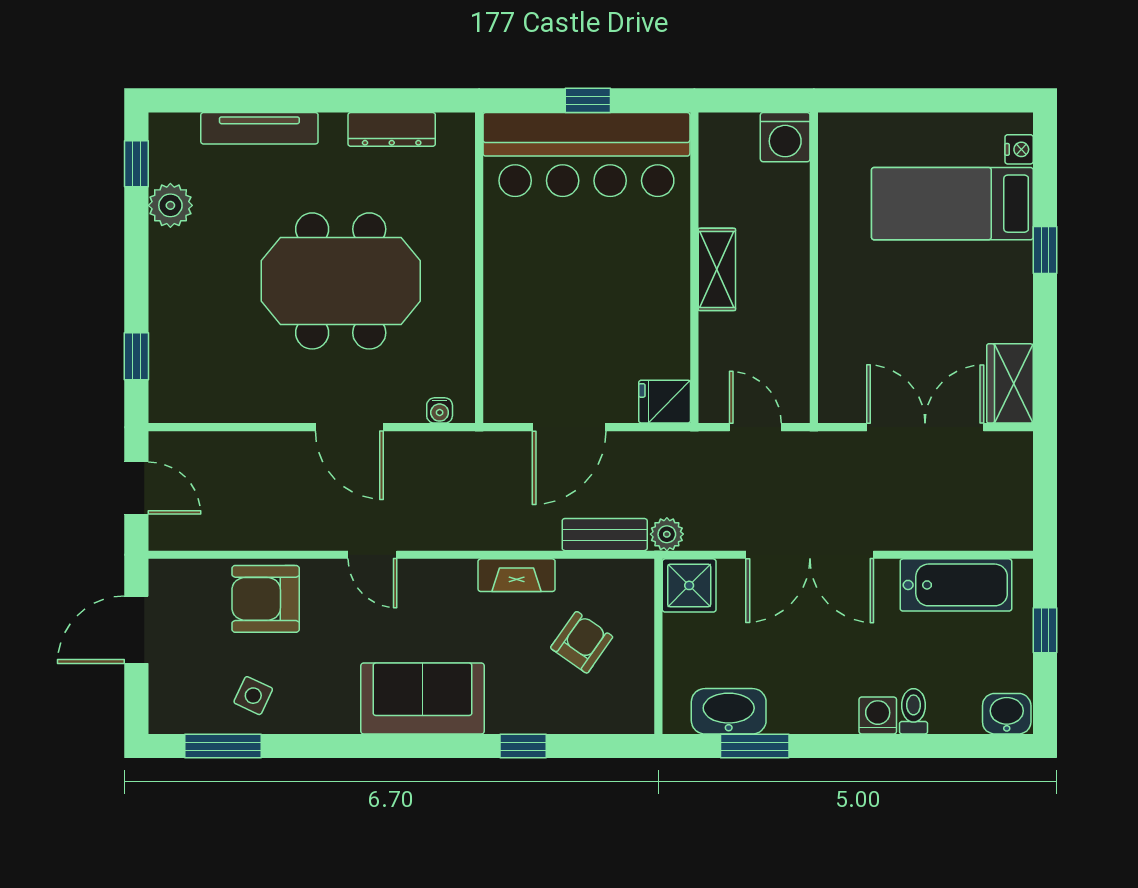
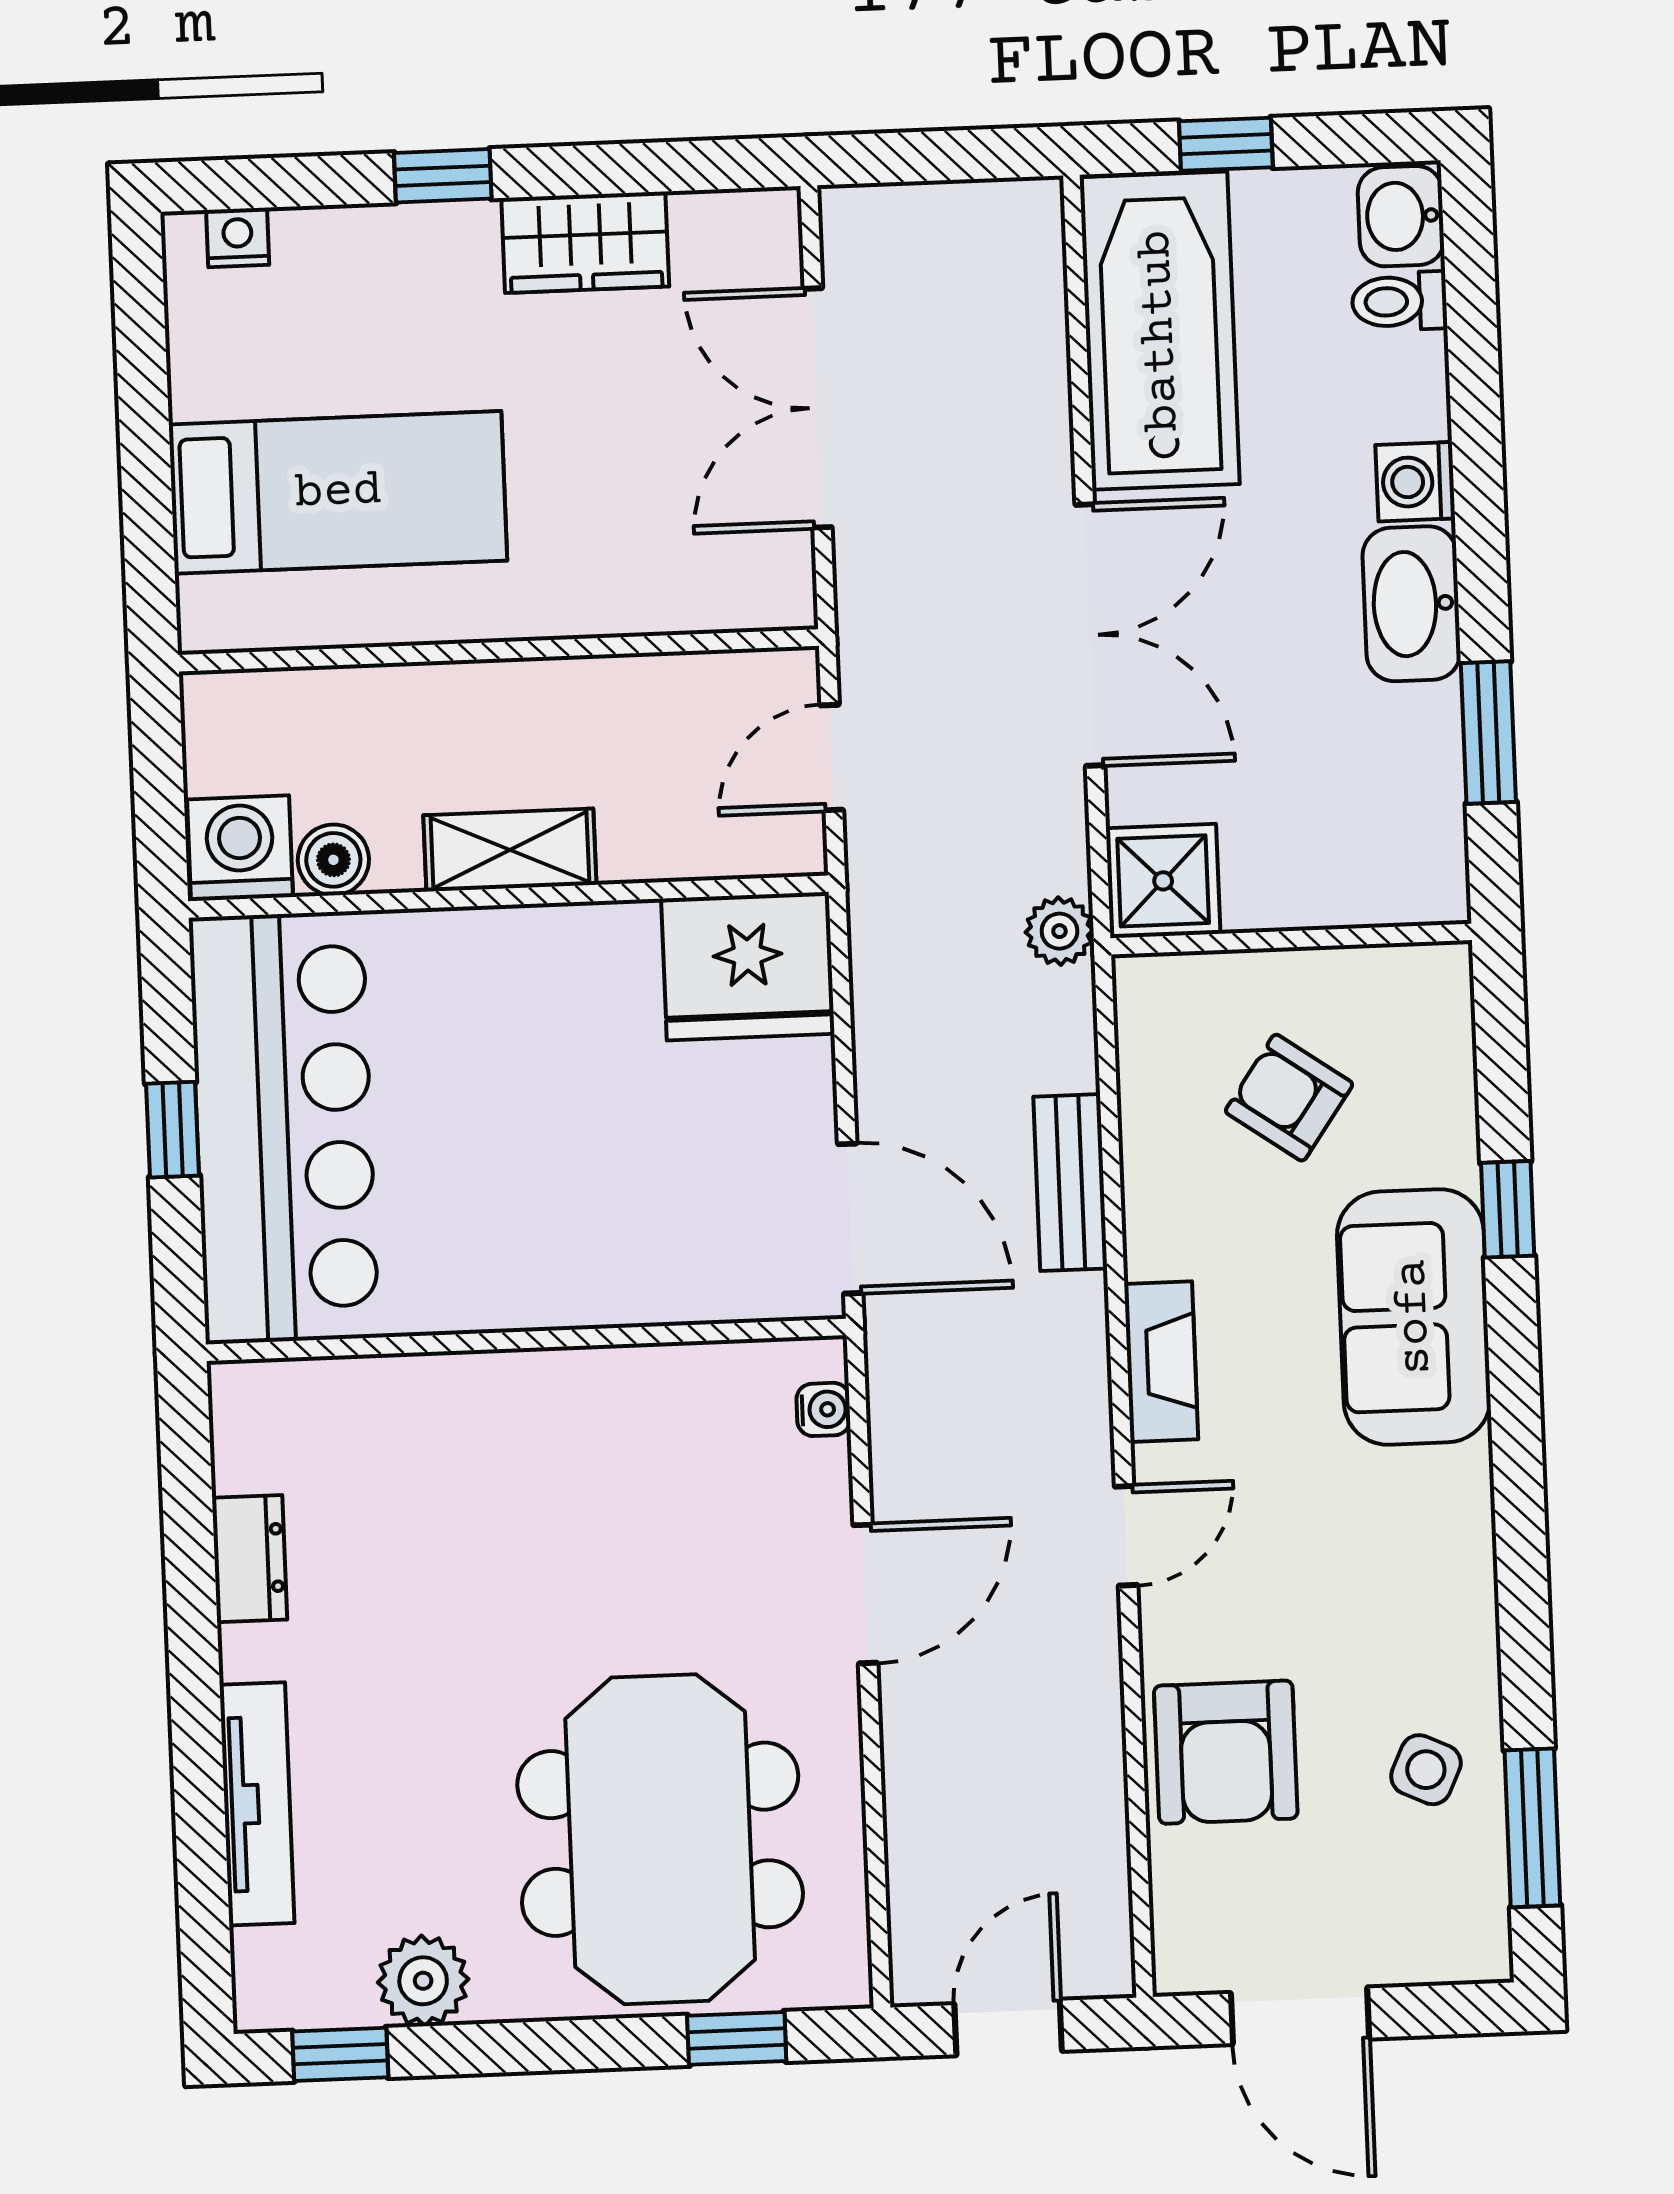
dresser: (392, 129) -> (250, 1559), width x0.70
washing machine: (785, 137) -> (240, 848), moved, turned -90
boiler: (716, 184) -> (333, 860), added
bed: (952, 204) -> (338, 492), moved, turned -90
meeting table: (341, 281) -> (660, 1839), moved
wardrobe: (1010, 383) -> (585, 242), moved
fridge: (665, 402) -> (748, 966), width x1.88, depth x1.34
door: (569, 427) -> (850, 1219), moved
bench: (605, 535) -> (1070, 1183), moved
fireplace: (517, 575) -> (1161, 1362), moved
bathtub: (956, 585) -> (1160, 331), width x1.36, depth x1.36
sofa: (423, 699) -> (1414, 1317), moved
washbasin: (729, 711) -> (1412, 604), moved
toilet: (914, 711) -> (1399, 301), moved

